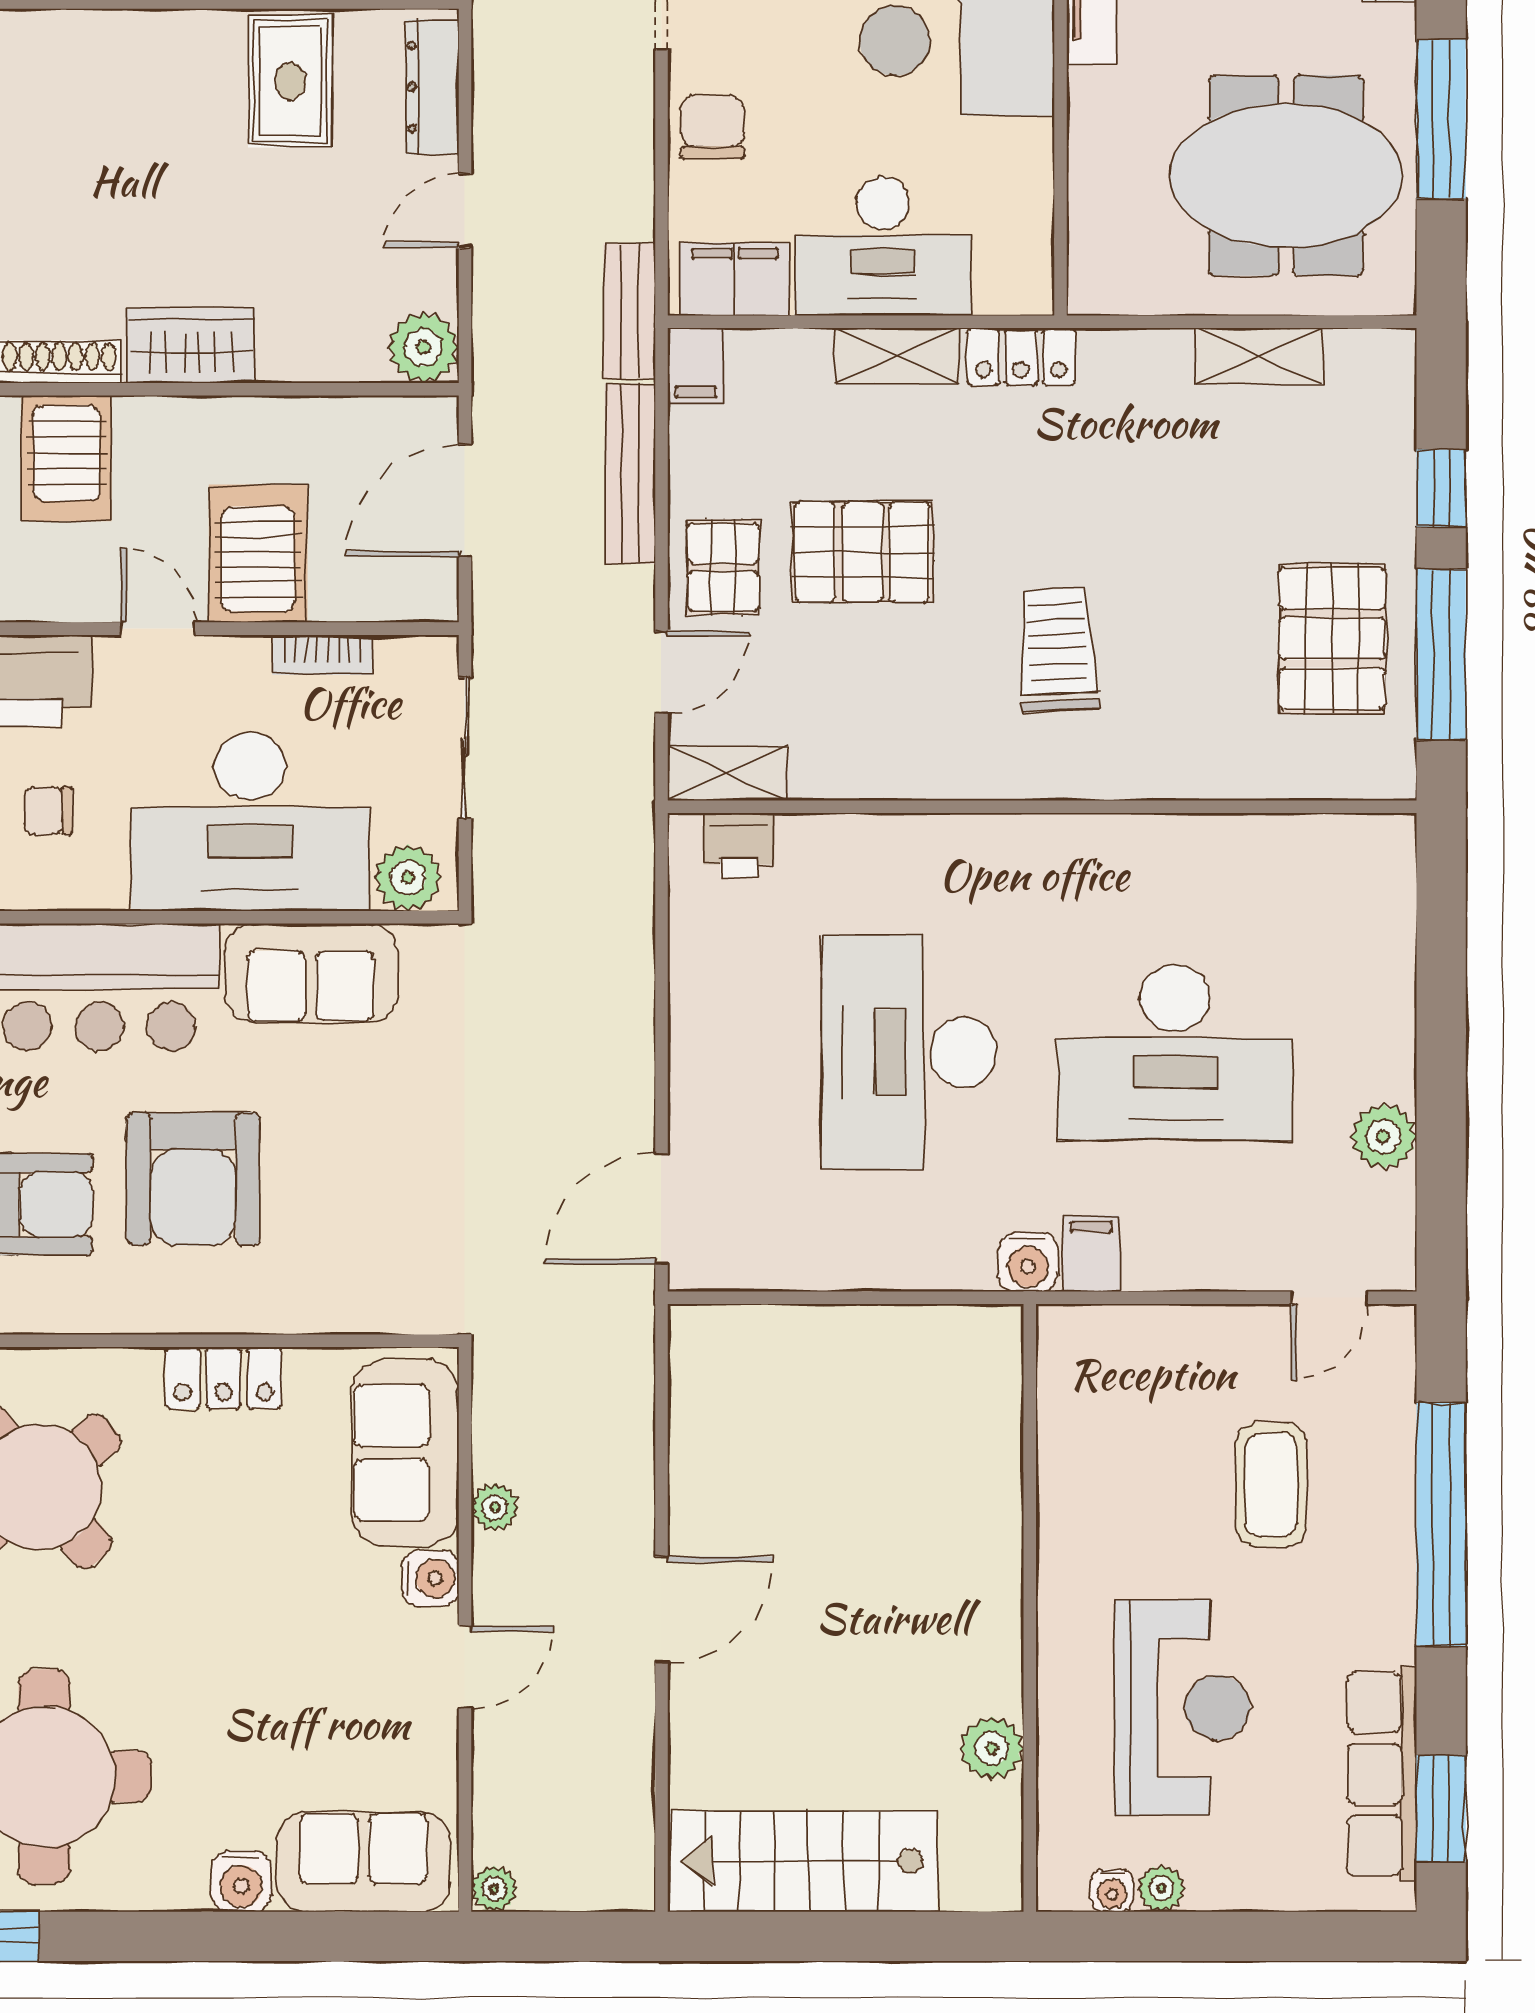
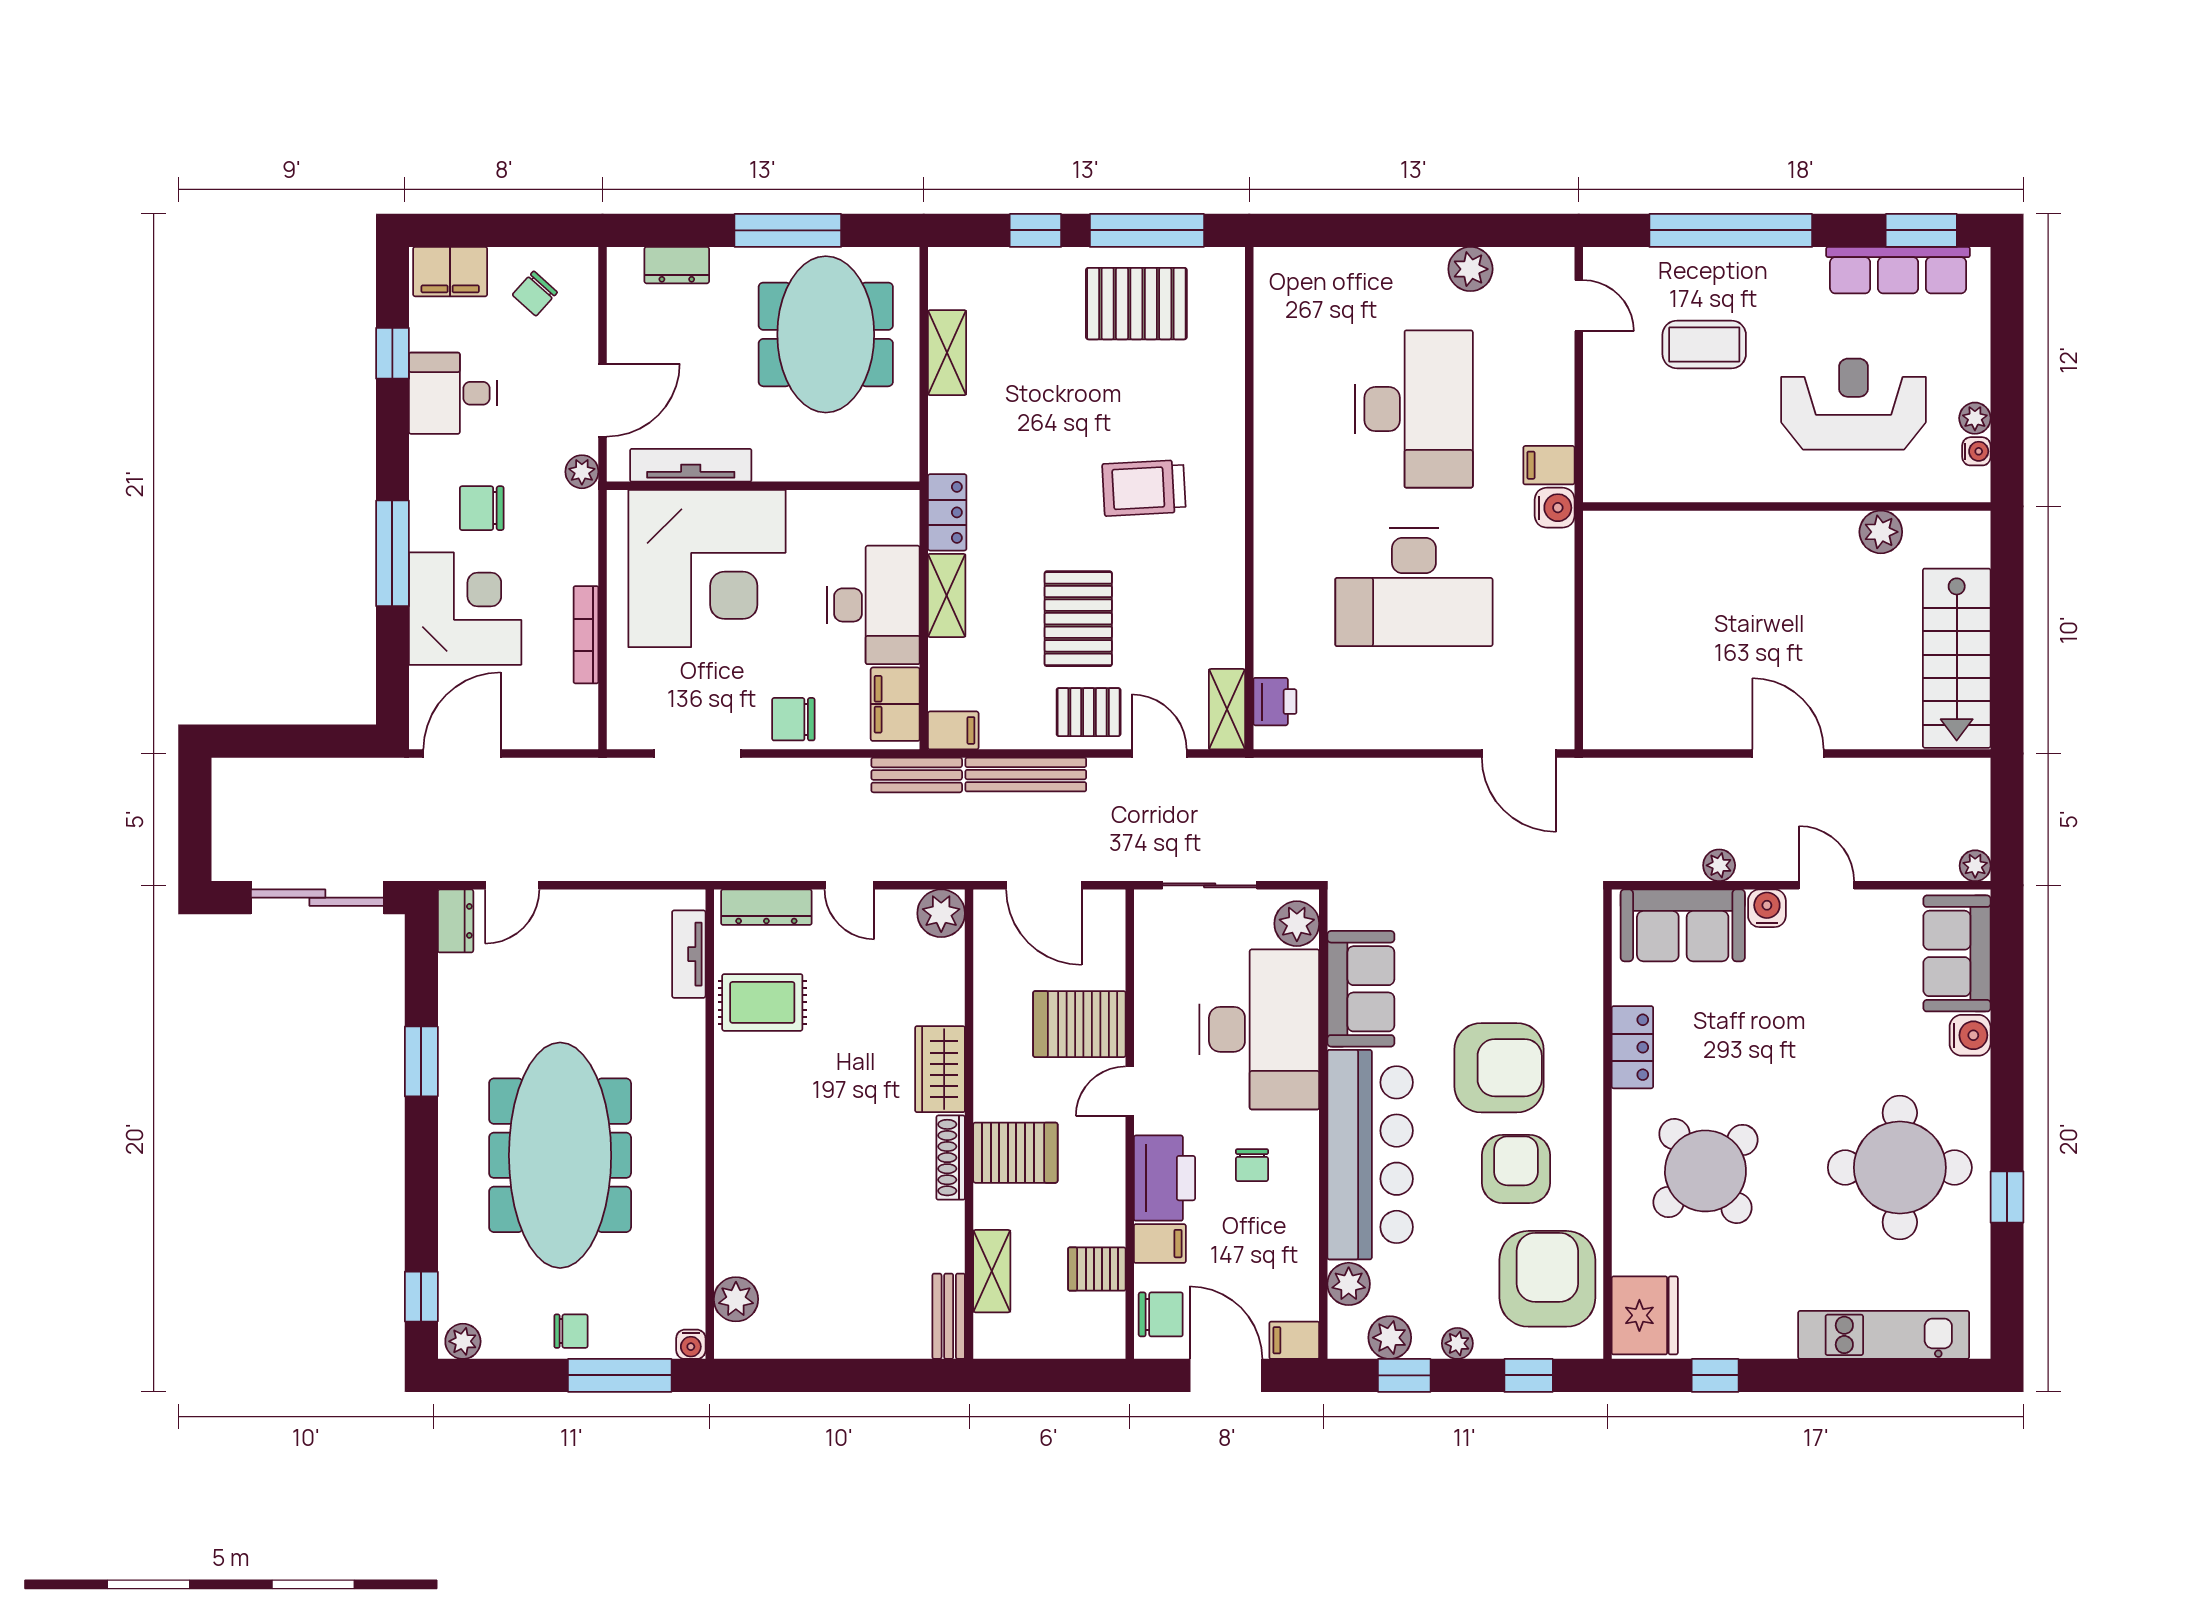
bookcase: (323, 655) -> (1147, 981), removed

